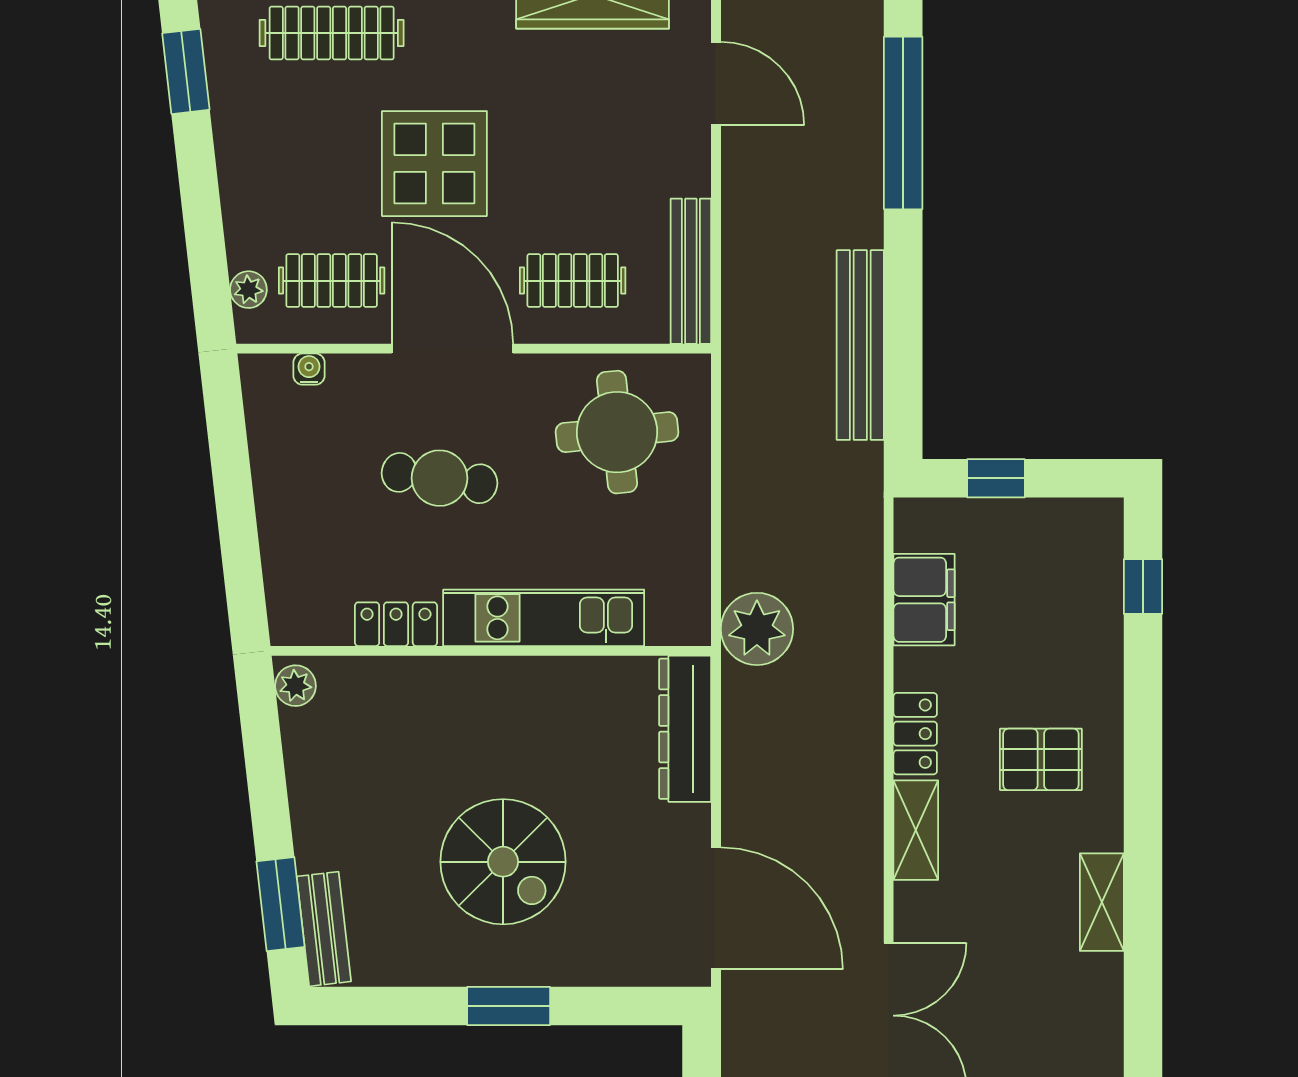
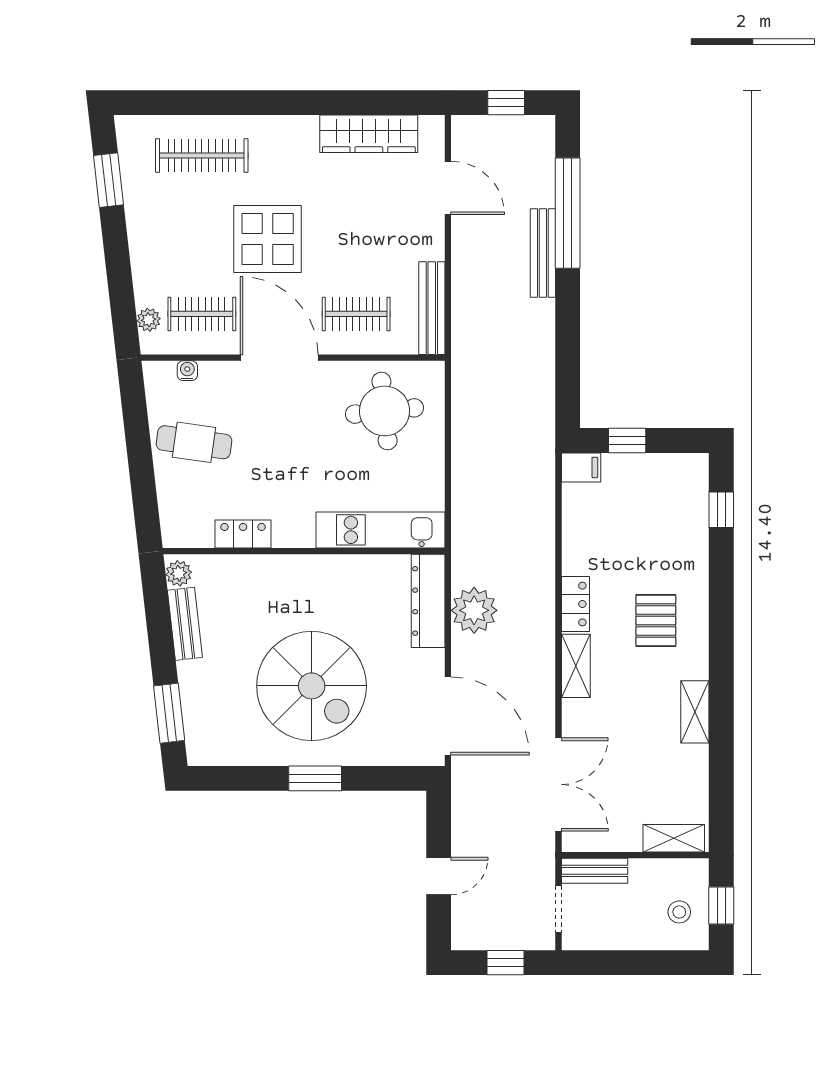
bench: (860, 345) -> (543, 253), moved, width x0.73, depth x0.82
cafe table: (439, 478) -> (194, 442), moved
filing cabinet: (924, 600) -> (581, 467), moved, width x0.50
kitchen unit: (544, 618) -> (380, 530), moved
plant: (757, 629) -> (474, 610), moved
pallet: (1041, 759) -> (656, 621), turned 90
spiral stairs: (503, 862) -> (312, 686), width x1.37, depth x1.37
bench: (324, 929) -> (185, 624), moved

